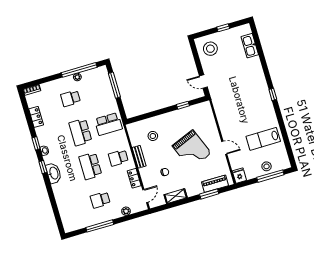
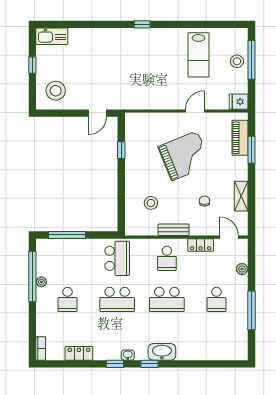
kitchen sink: (250, 46) -> (52, 36), moved

